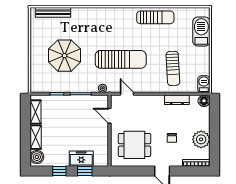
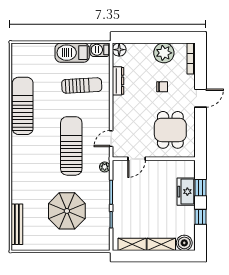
sun lounger: (155, 17) -> (23, 106), width x1.36, depth x1.34
barbecue: (201, 31) -> (72, 53), moved

